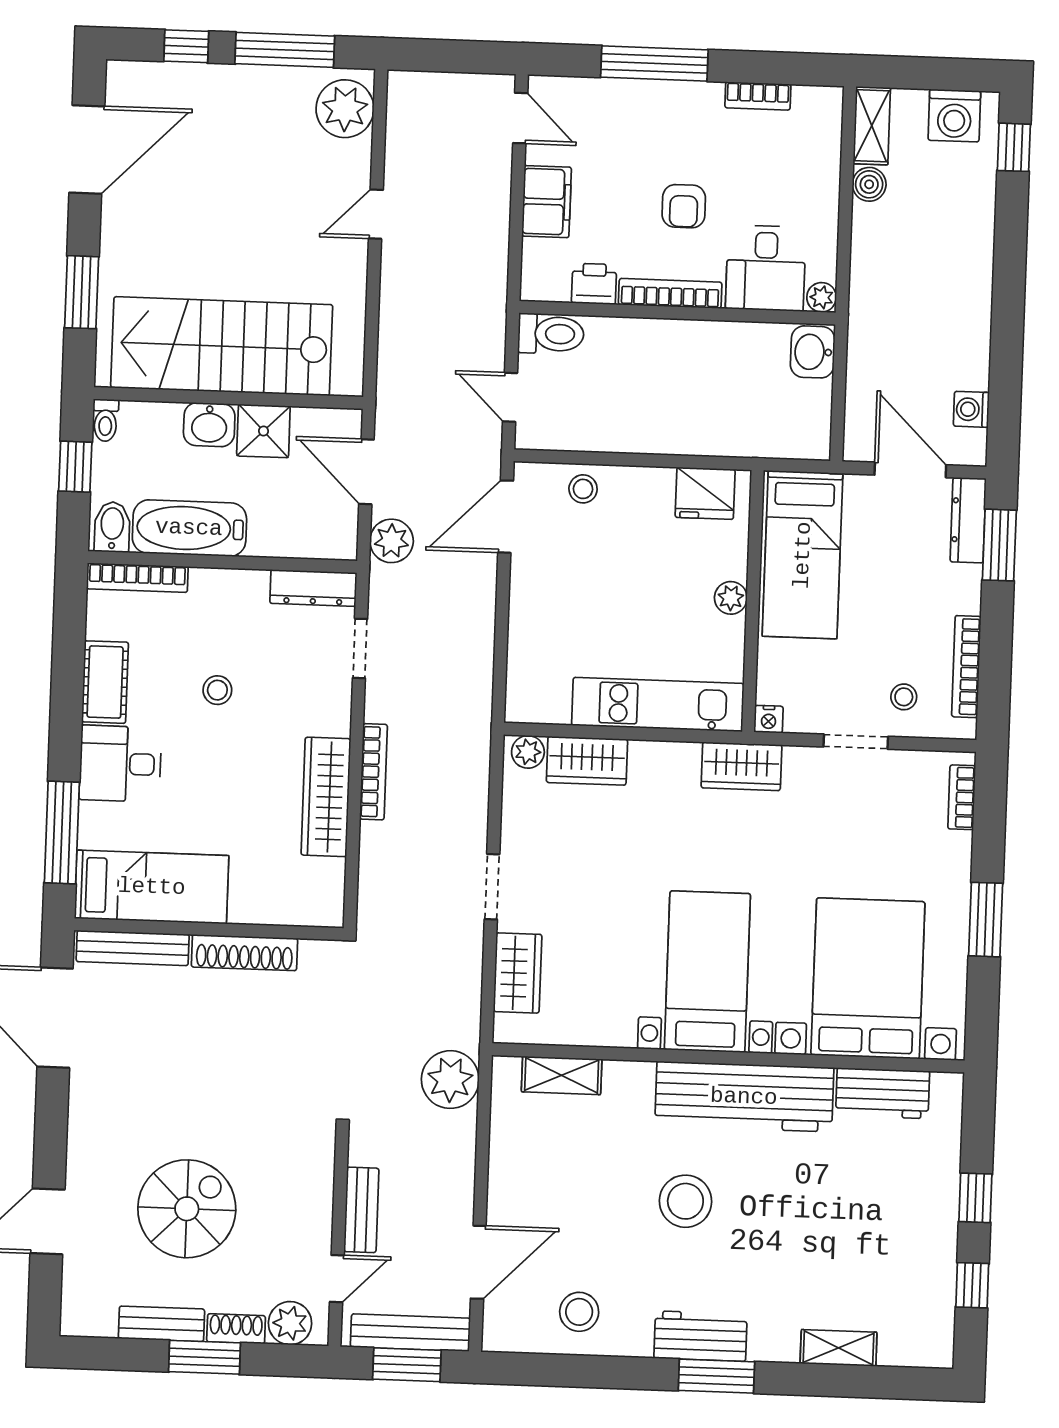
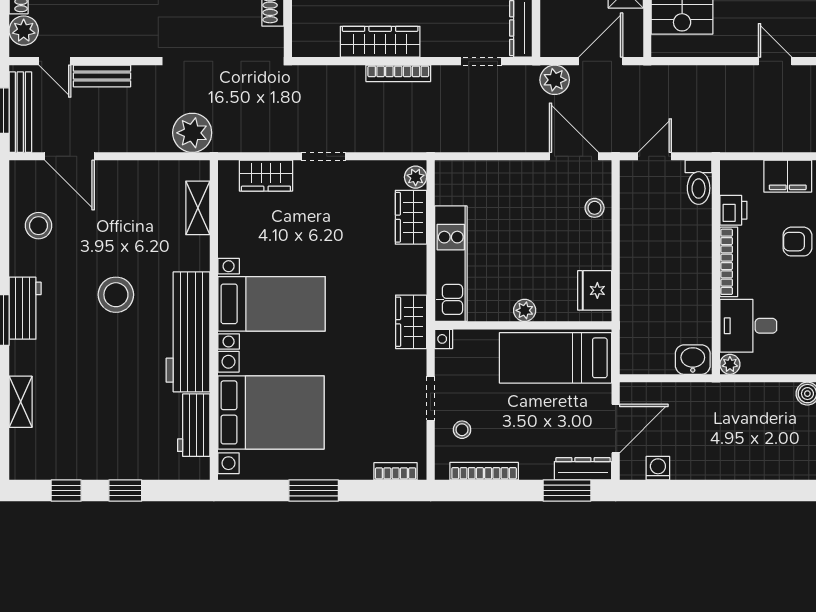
armchair: (684, 206) -> (797, 242), moved

